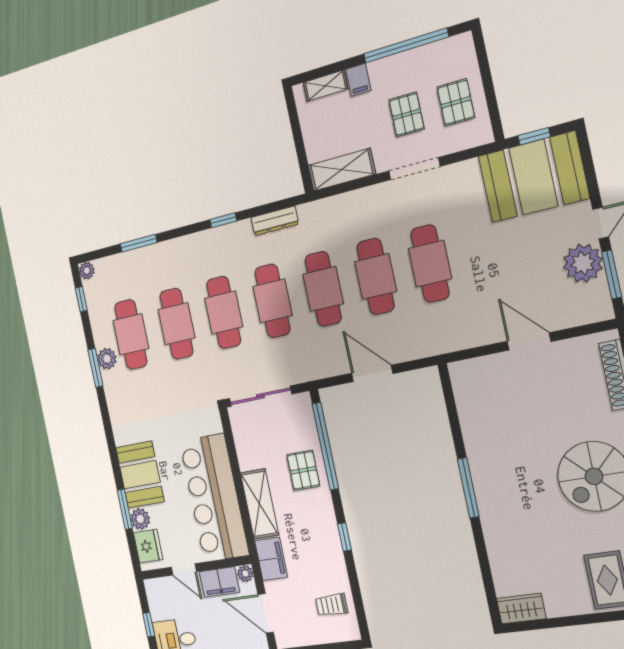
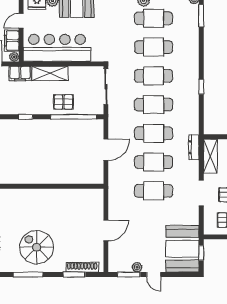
dresser: (275, 221) -> (194, 147), moved
window: (139, 243) -> (201, 16), moved
plant: (583, 263) -> (137, 267), width x0.53, depth x0.53
window: (468, 488) -> (41, 186), removed

